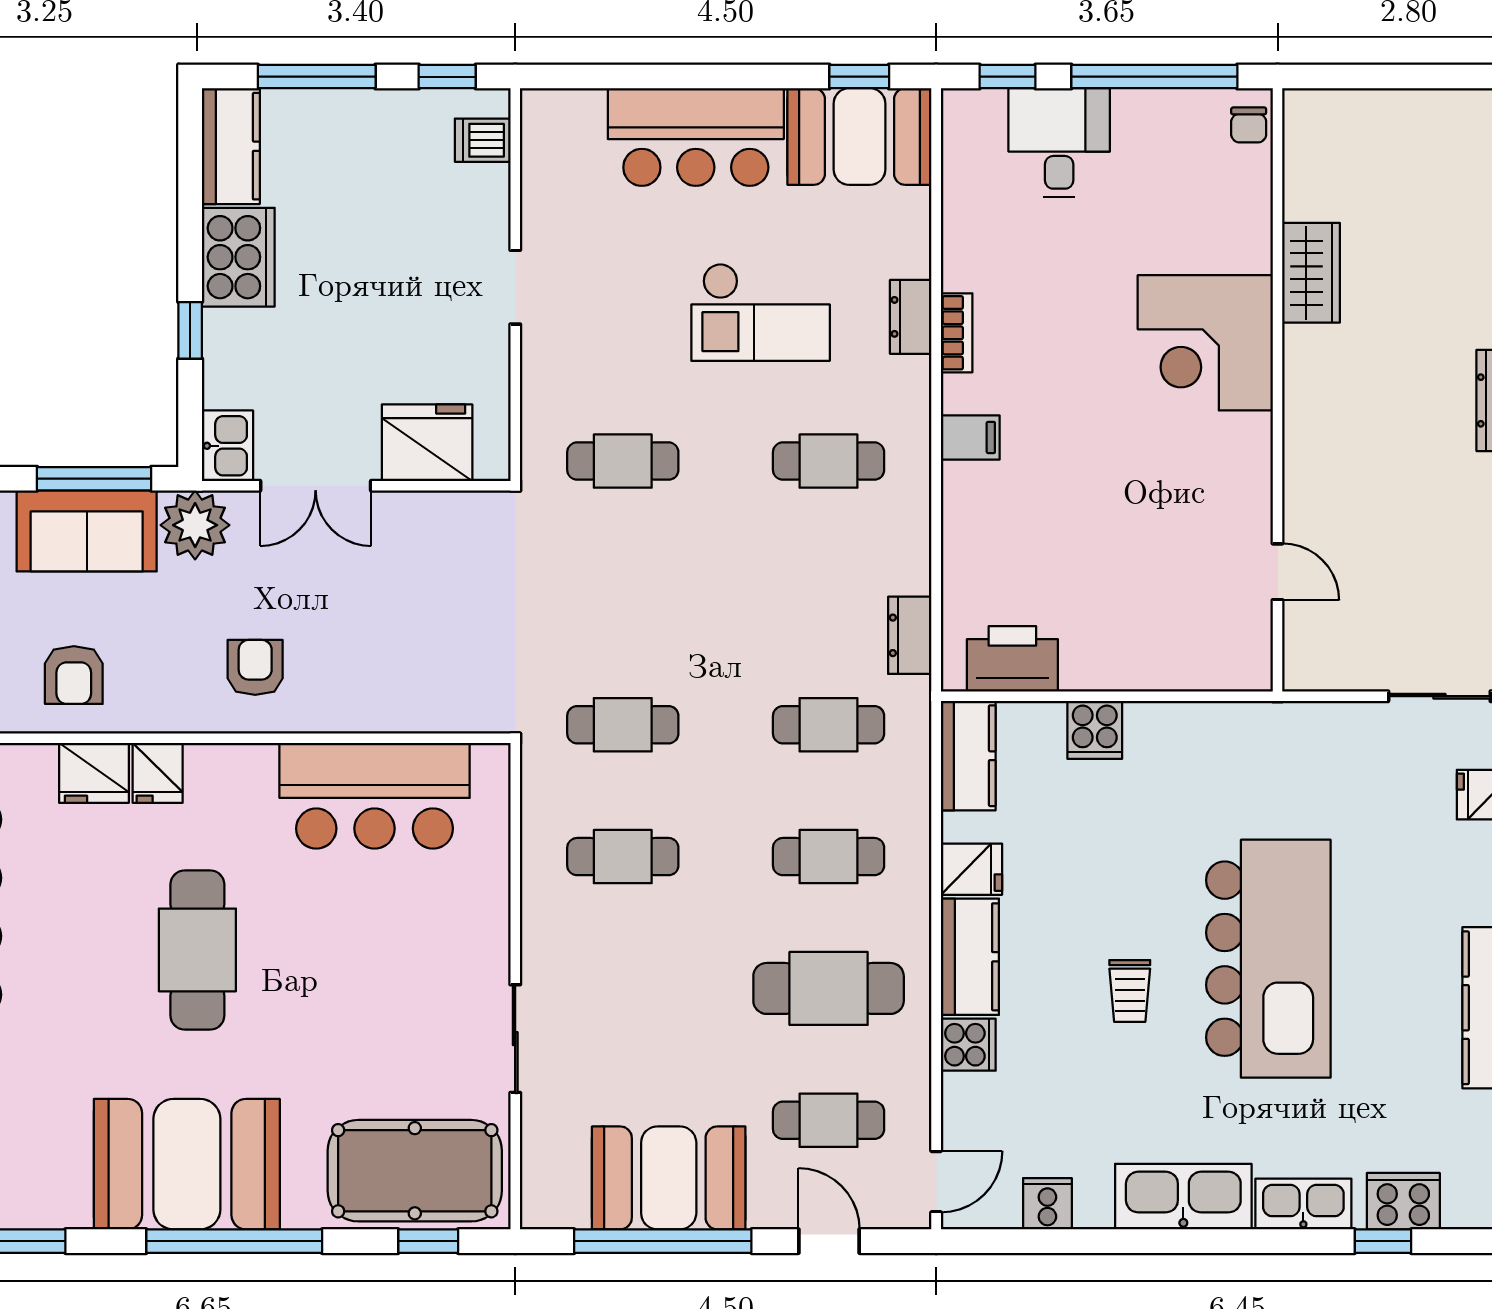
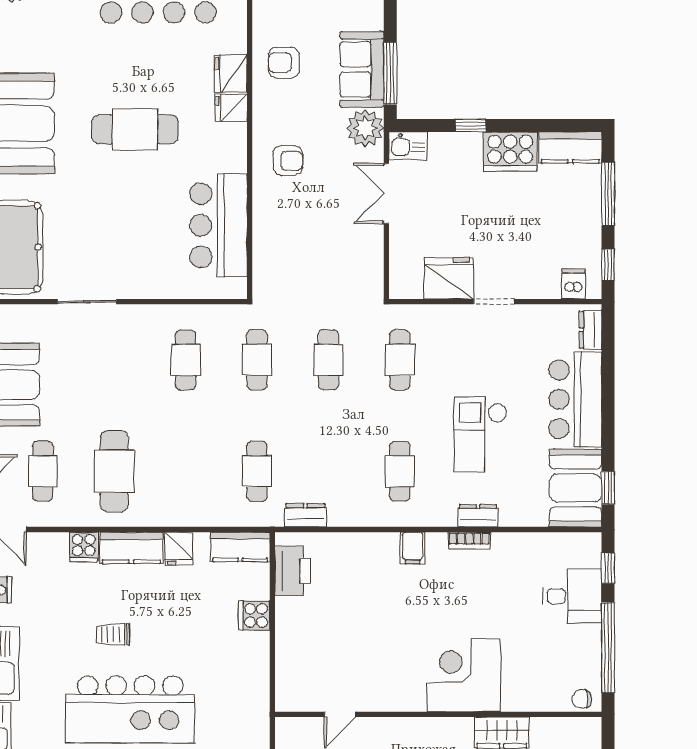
dresser: (567, 109) -> (591, 330), added
fridge: (427, 443) -> (449, 278), moved, turned -90
cafe table: (829, 857) -> (328, 360), moved

